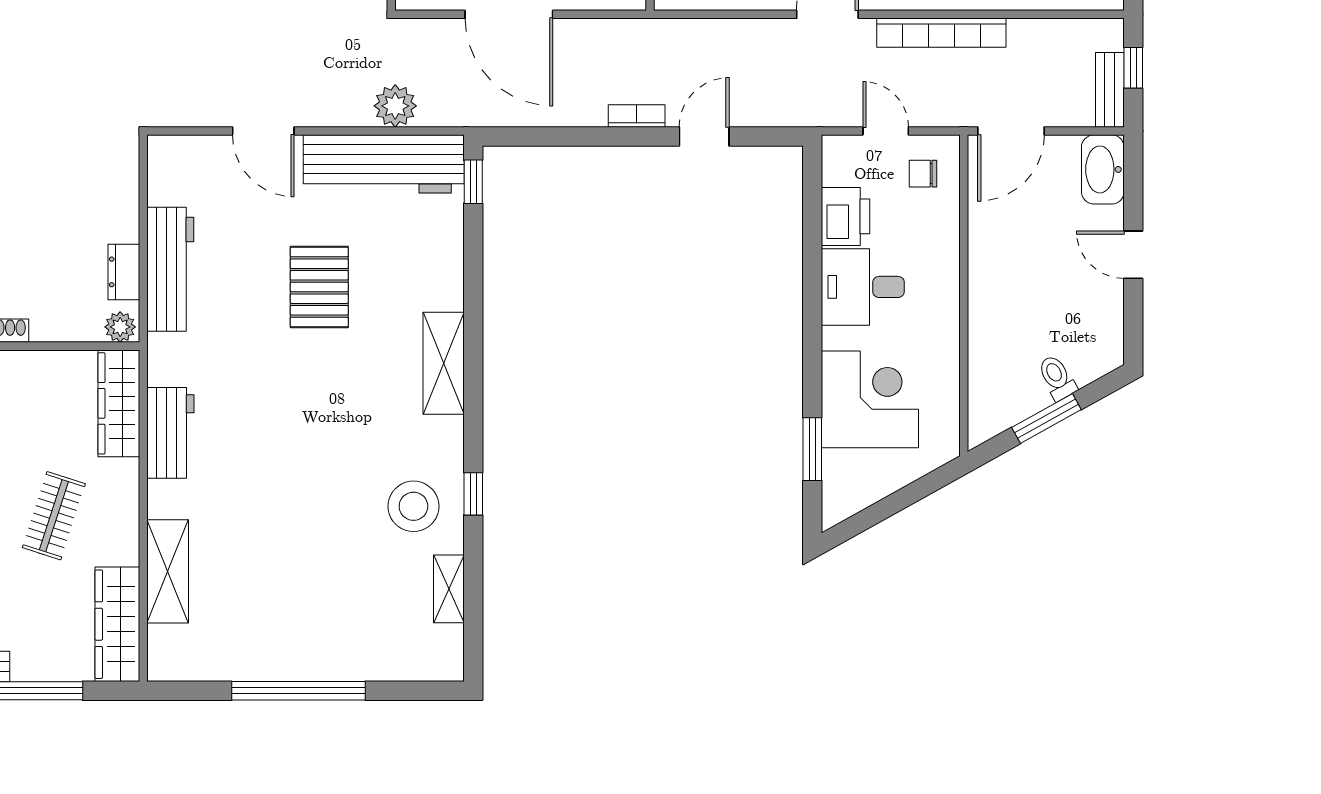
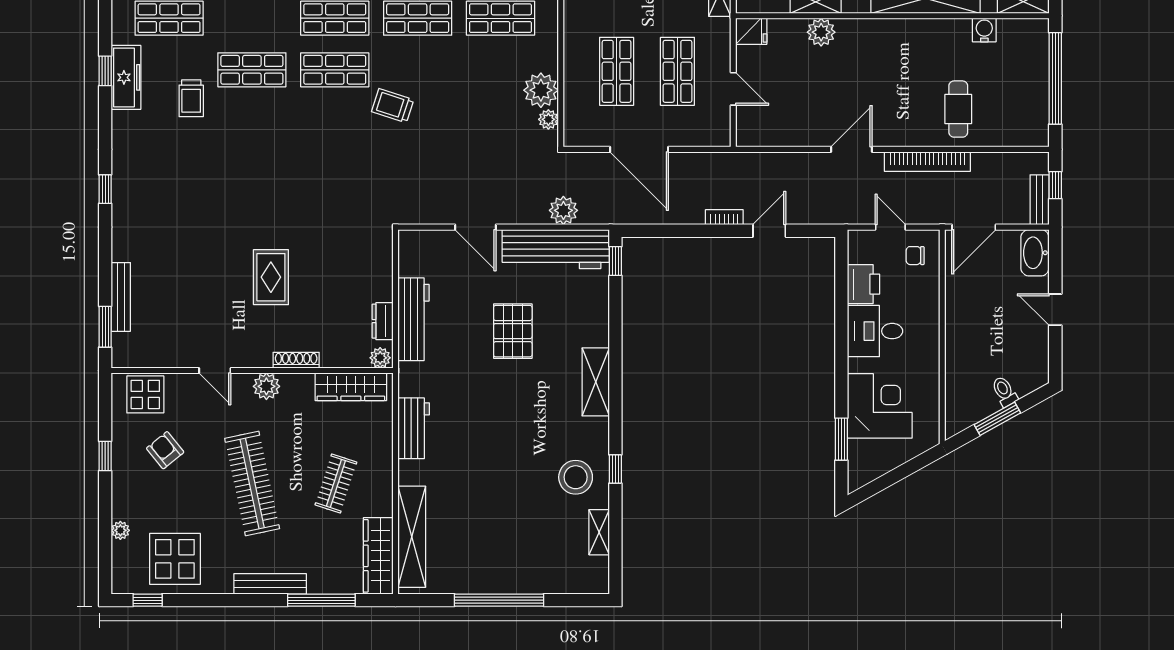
wardrobe: (119, 403) -> (351, 387), moved, turned -90
shelving: (168, 571) -> (412, 537), width x1.47

